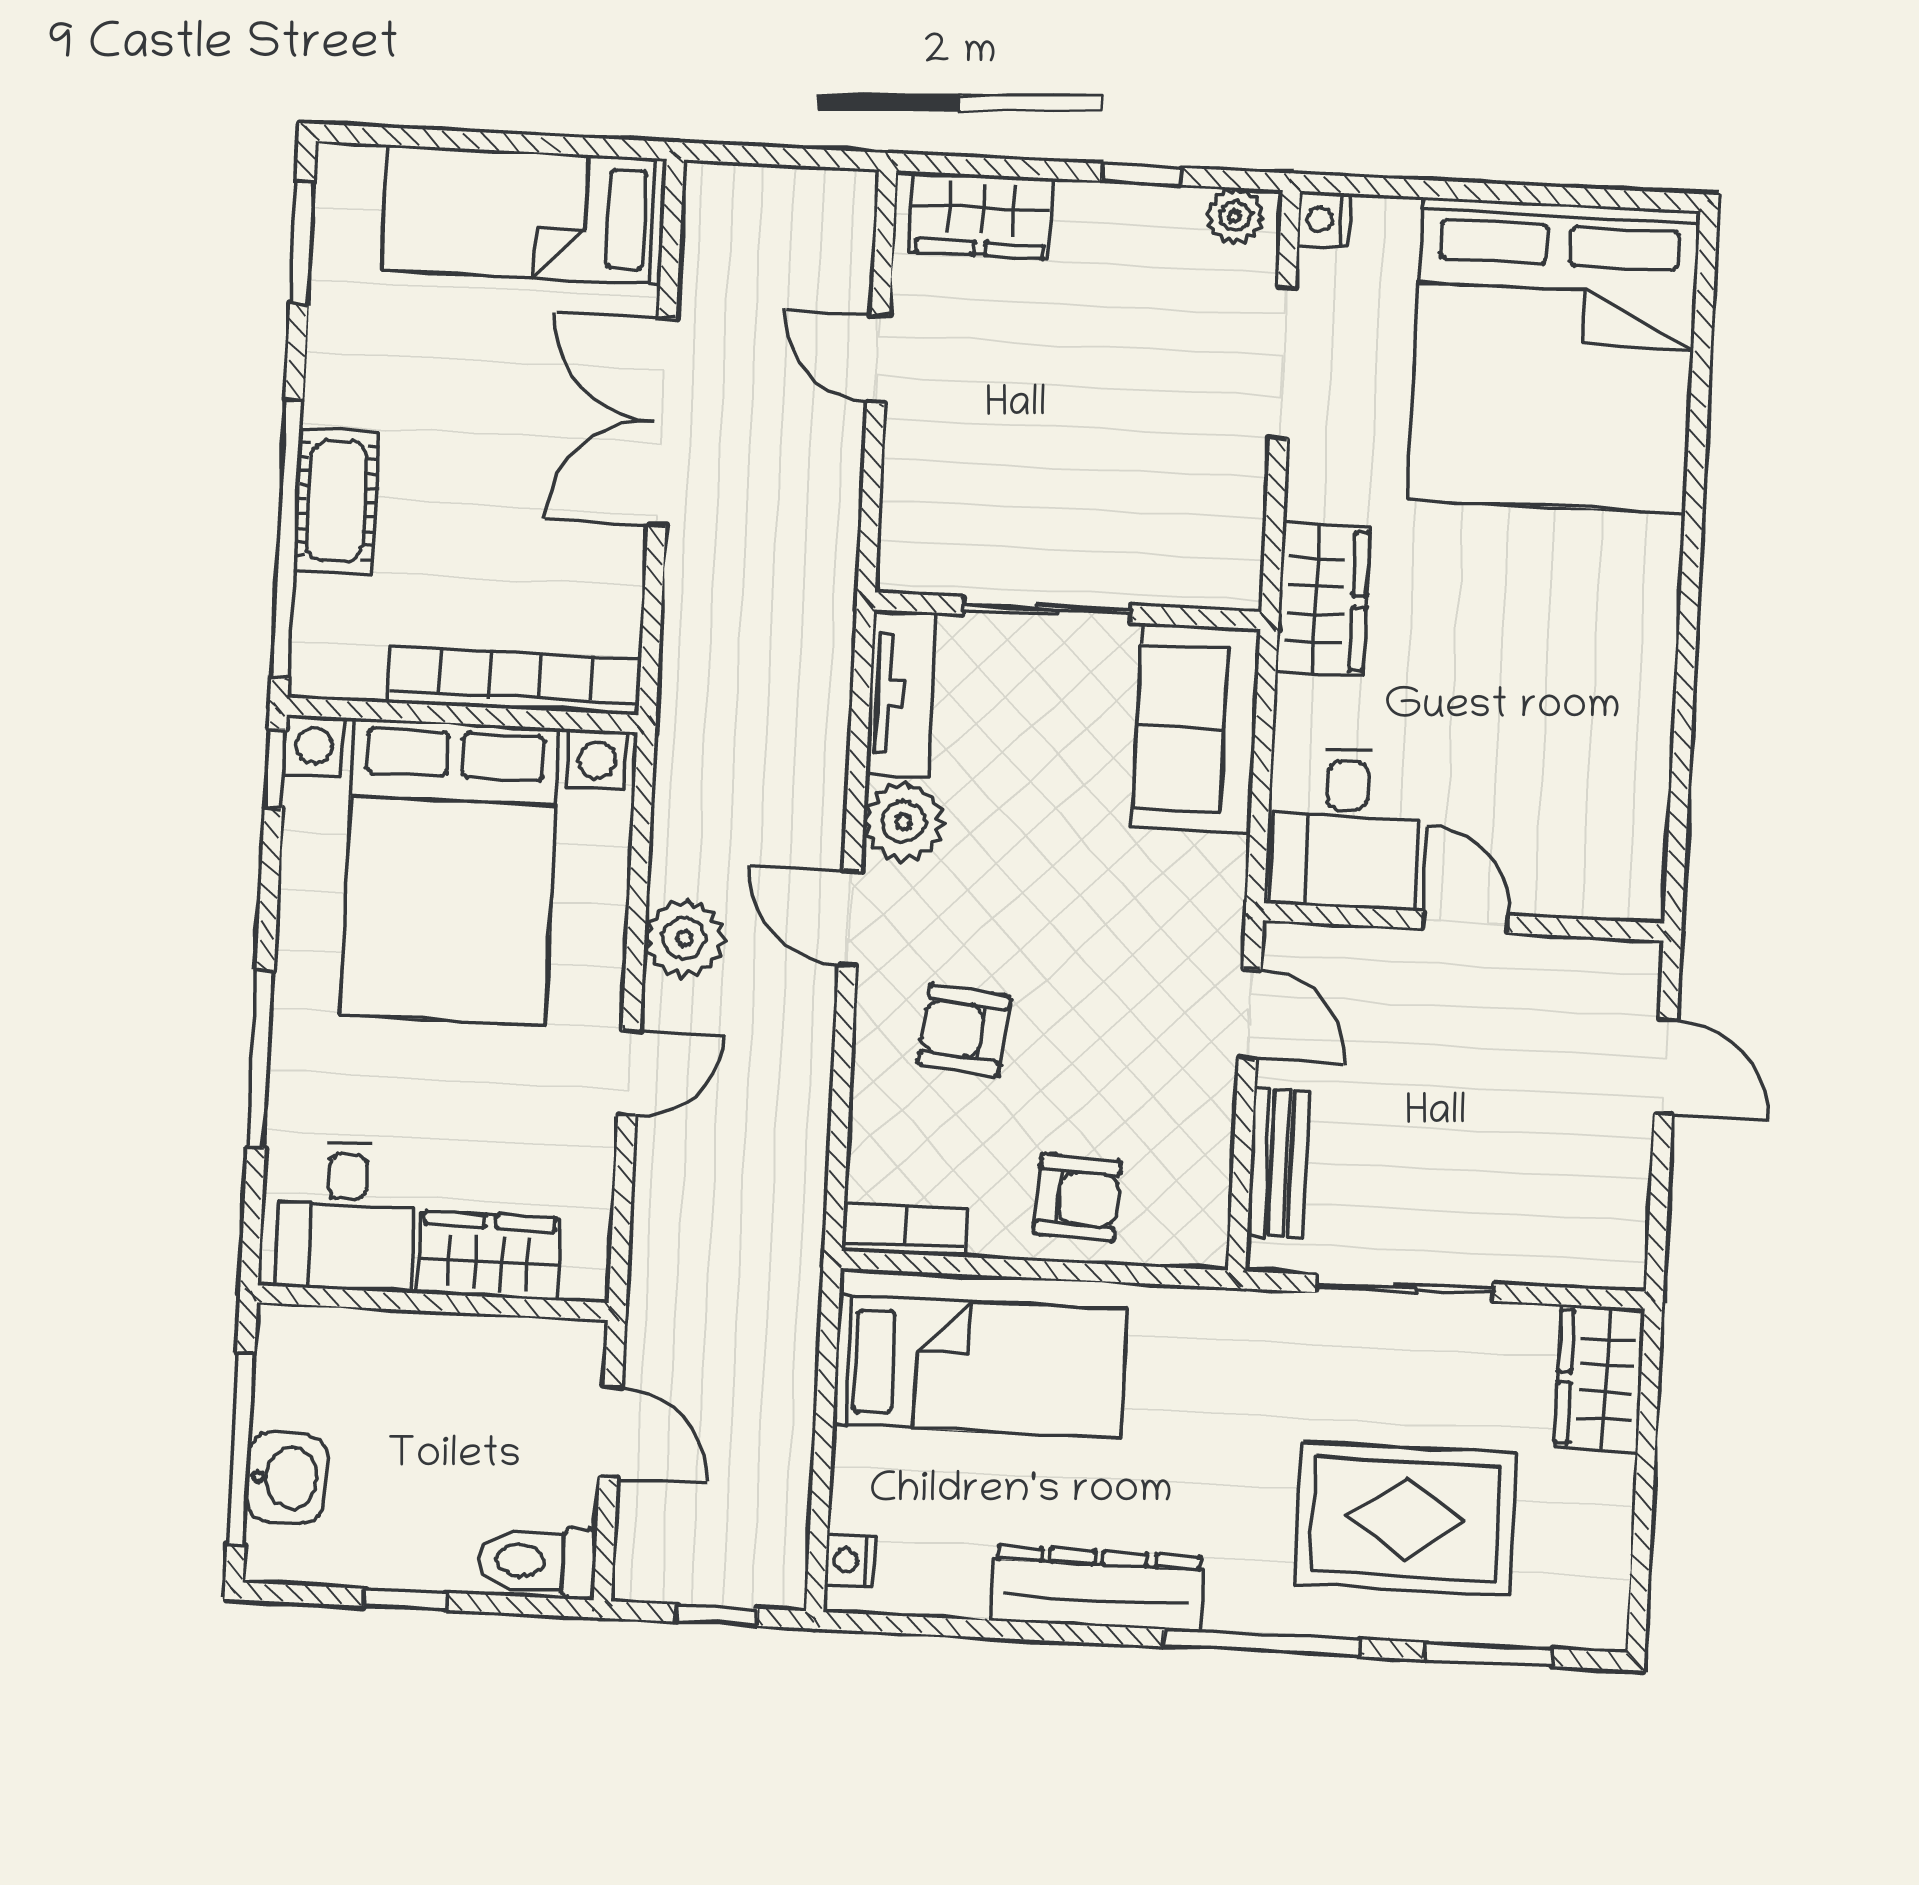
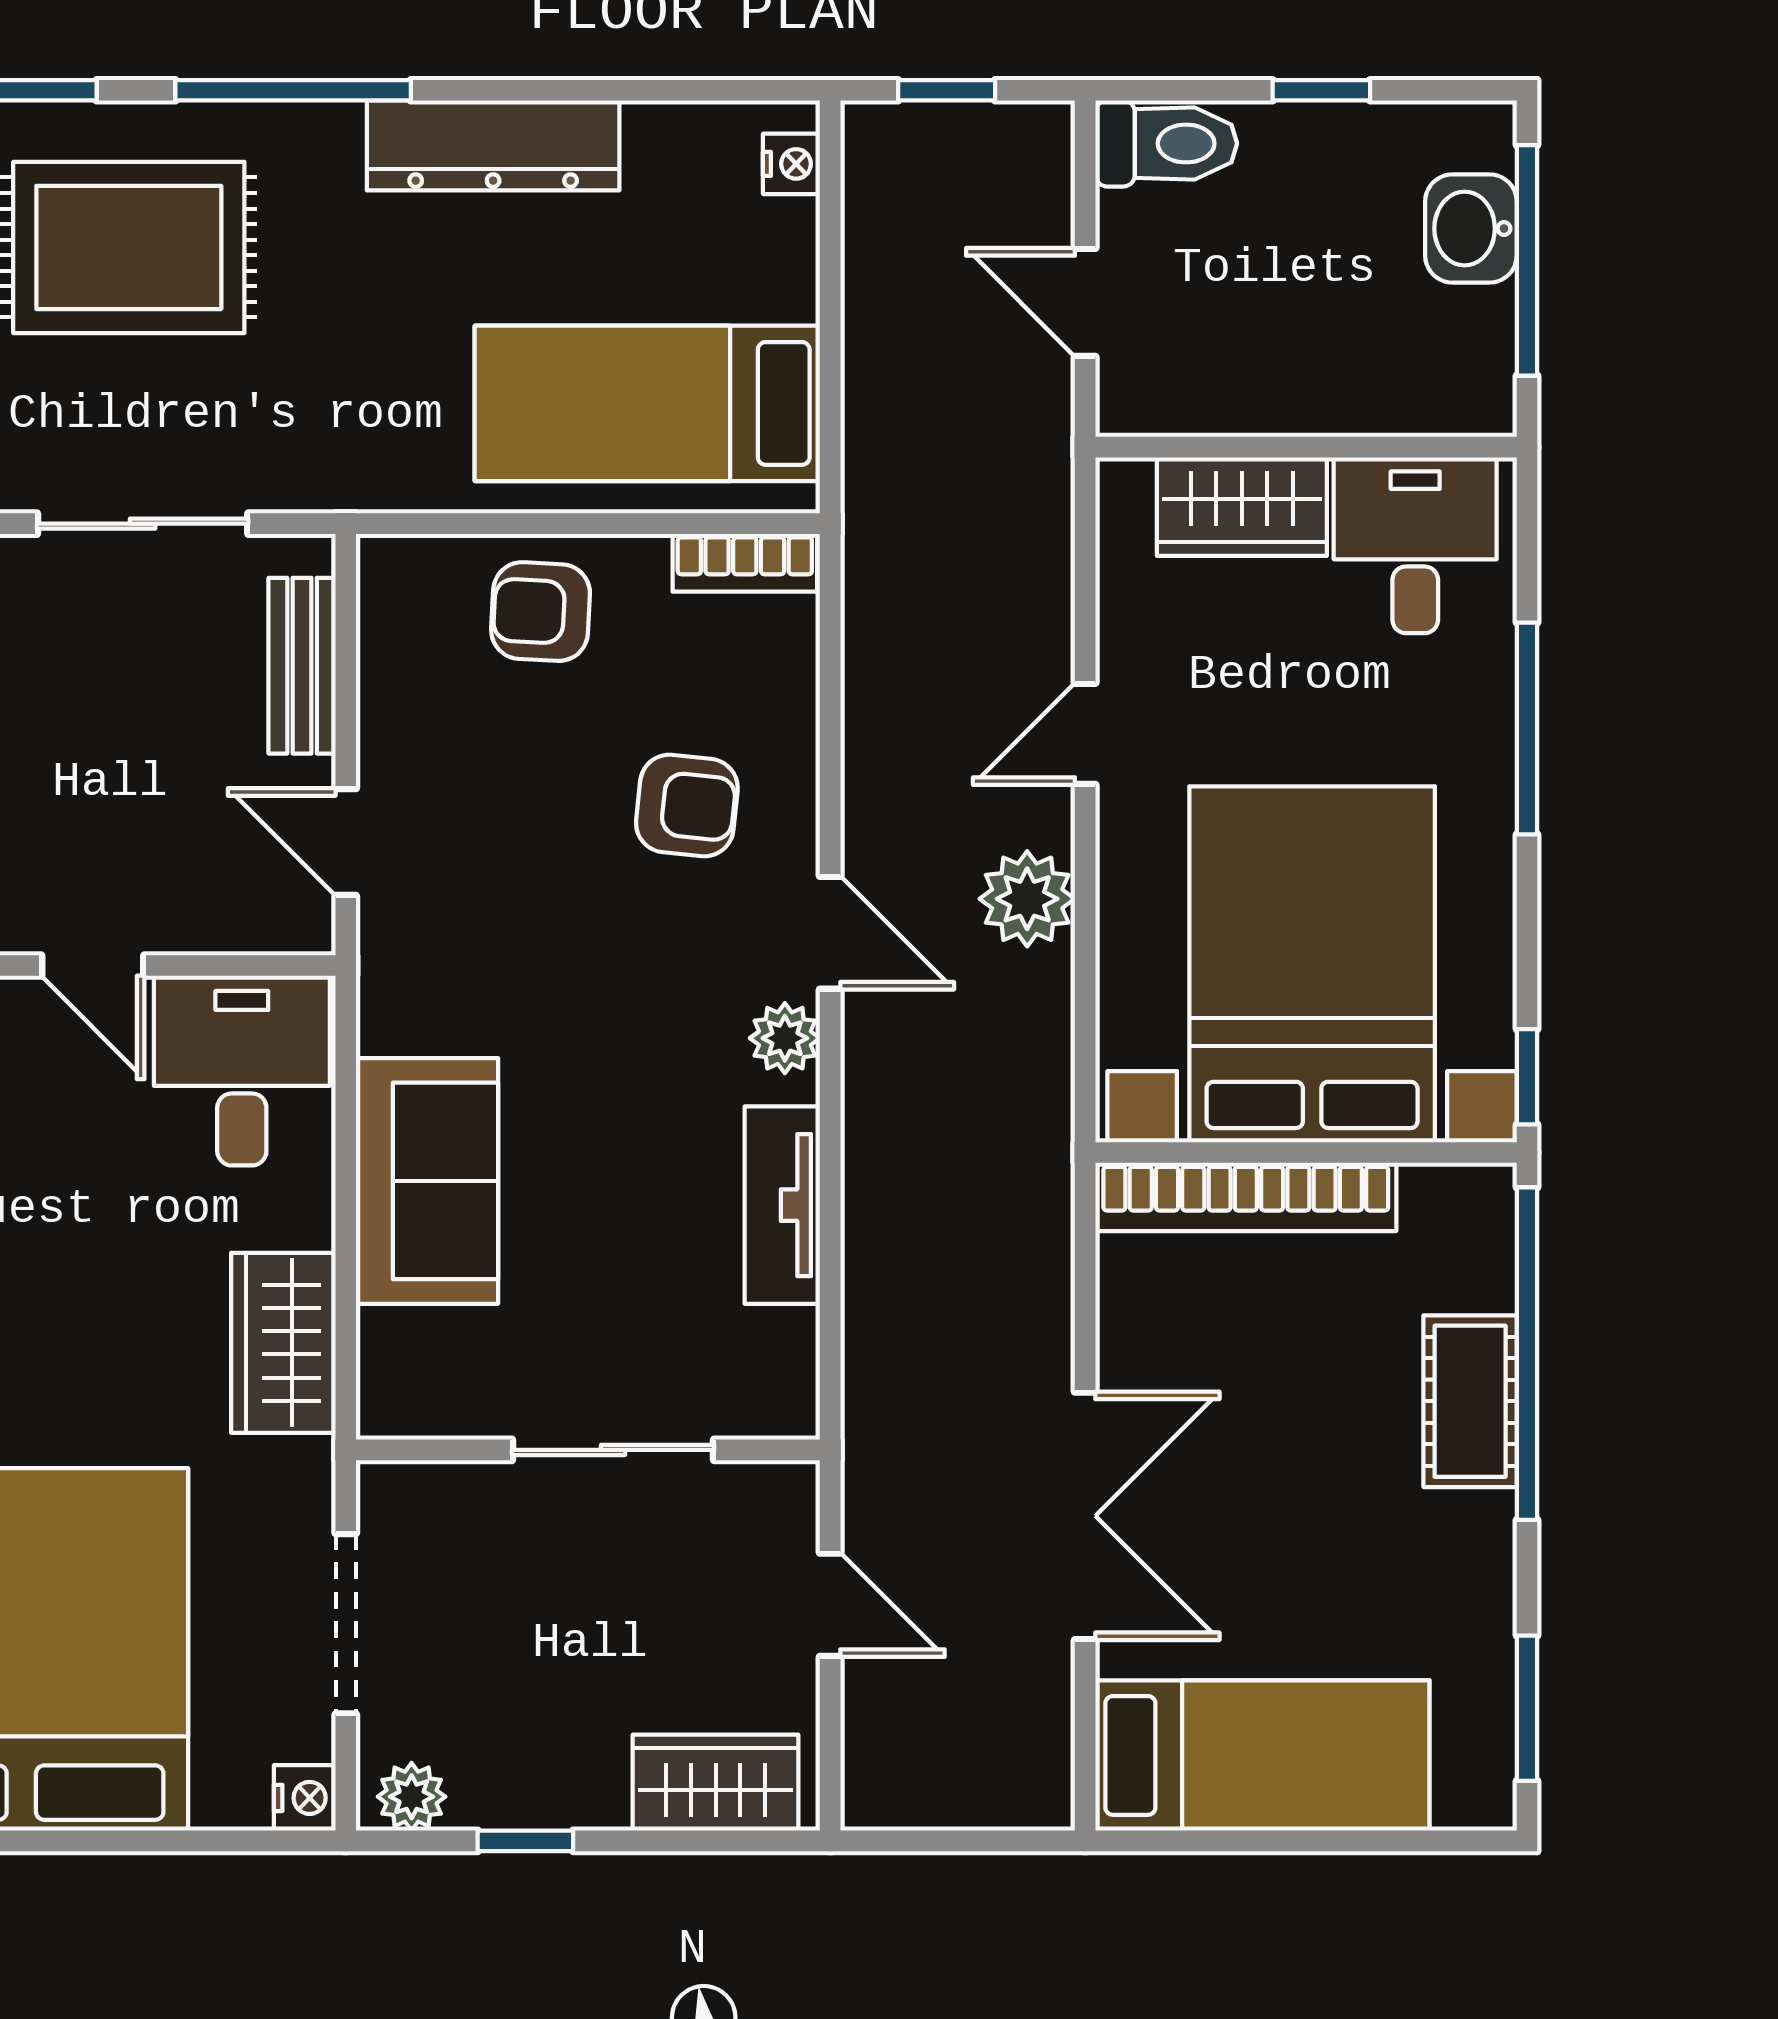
sliding door: (1047, 610) -> (613, 1450), moved
wall: (1068, 611) -> (588, 1450), moved
plant: (904, 822) -> (785, 1038), width x0.73, depth x0.73

